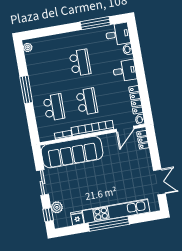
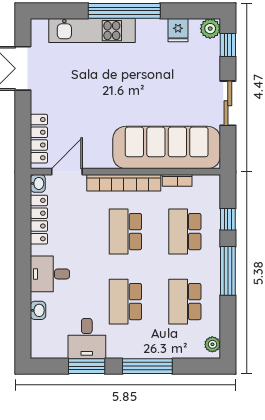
window: (95, 23) -> (87, 366), width x0.69
window: (62, 29) -> (147, 366), added
desk: (118, 34) -> (87, 338), moved, turned -90
school desk: (47, 68) -> (185, 302), added
window: (31, 118) -> (228, 219), added
locker: (143, 140) -> (39, 139), width x1.53
plant: (57, 207) -> (210, 29), moved
kitchen unit: (116, 211) -> (92, 31), width x0.73

